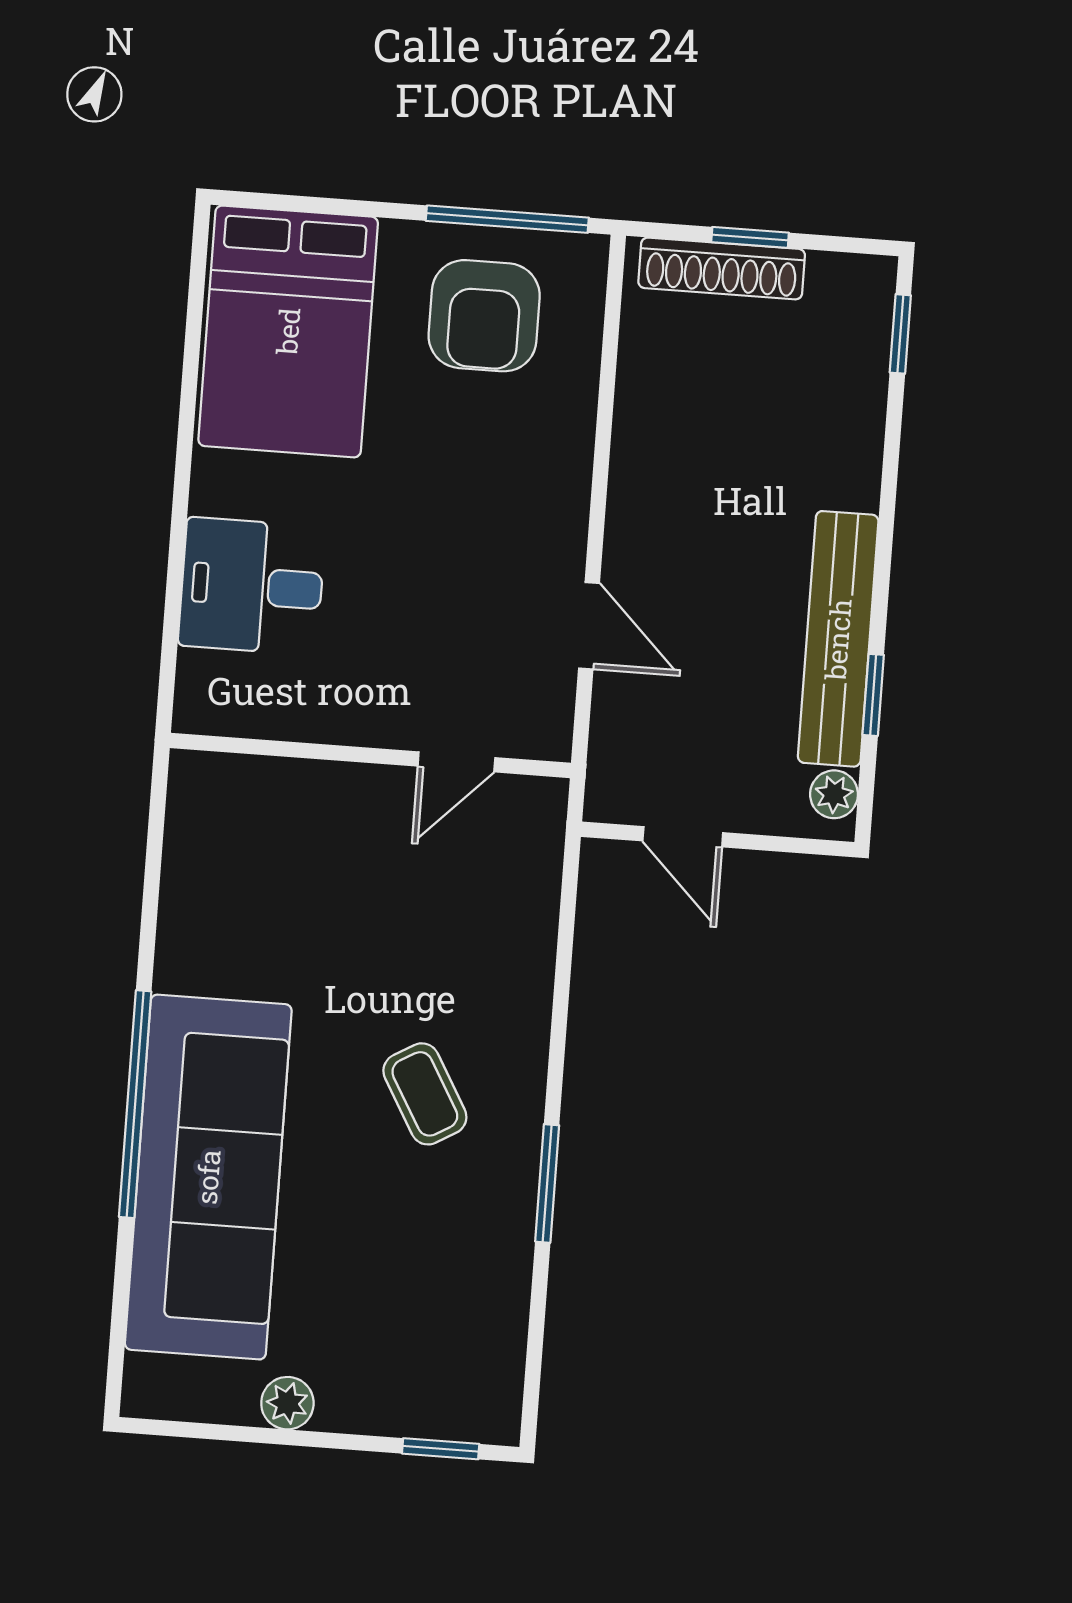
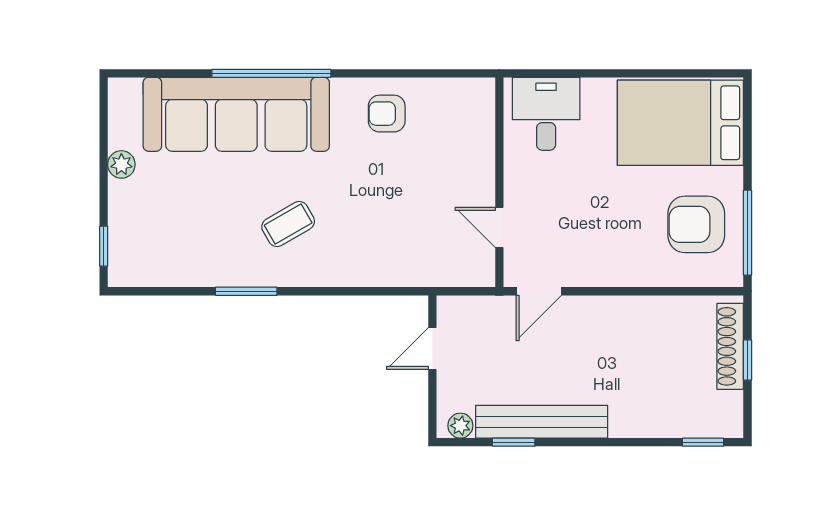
wall: (370, 755) -> (499, 182), moved
door: (456, 762) -> (499, 227), moved
armchair: (228, 890) -> (387, 114), added

